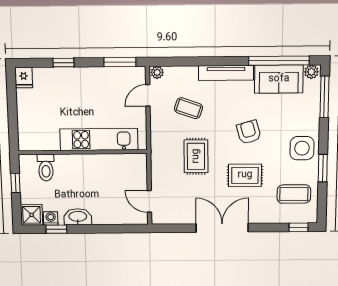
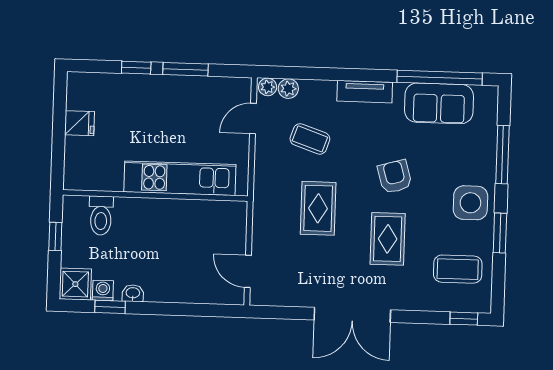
window: (120, 62) -> (185, 69), moved
plant: (311, 72) -> (288, 89), moved
tv unit: (226, 73) -> (365, 92), width x0.71
fridge: (24, 78) -> (79, 123), moved, turned -90
window: (324, 97) -> (503, 155), moved
rug: (245, 175) -> (388, 239), turned 90
washbasin: (78, 217) -> (133, 293), width x0.52, depth x0.69
double door: (222, 228) -> (352, 315), swing flipped

